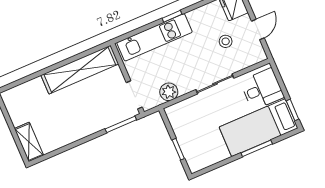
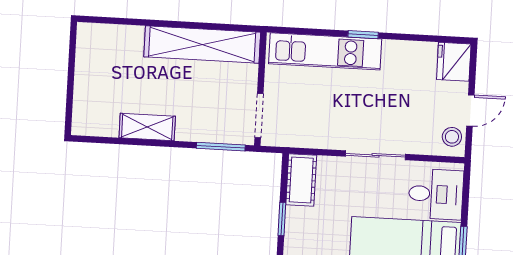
stool: (226, 41) -> (452, 137), moved
plant: (169, 92) -> (308, 135), removed
cot: (178, 120) -> (301, 180), added
shelving: (29, 142) -> (147, 127), moved, turned 90

